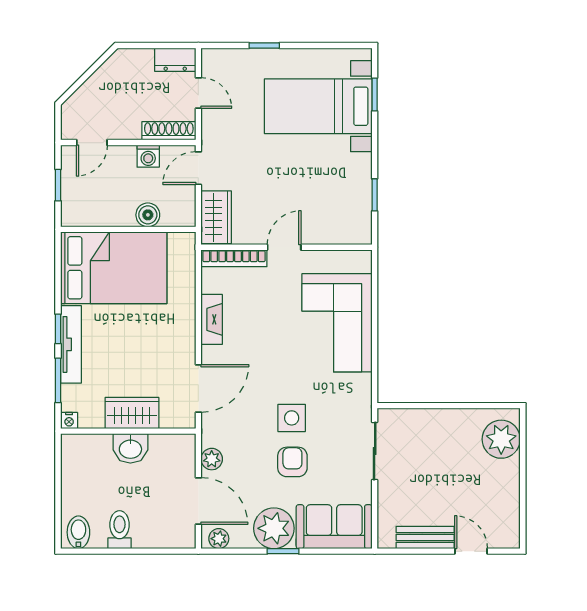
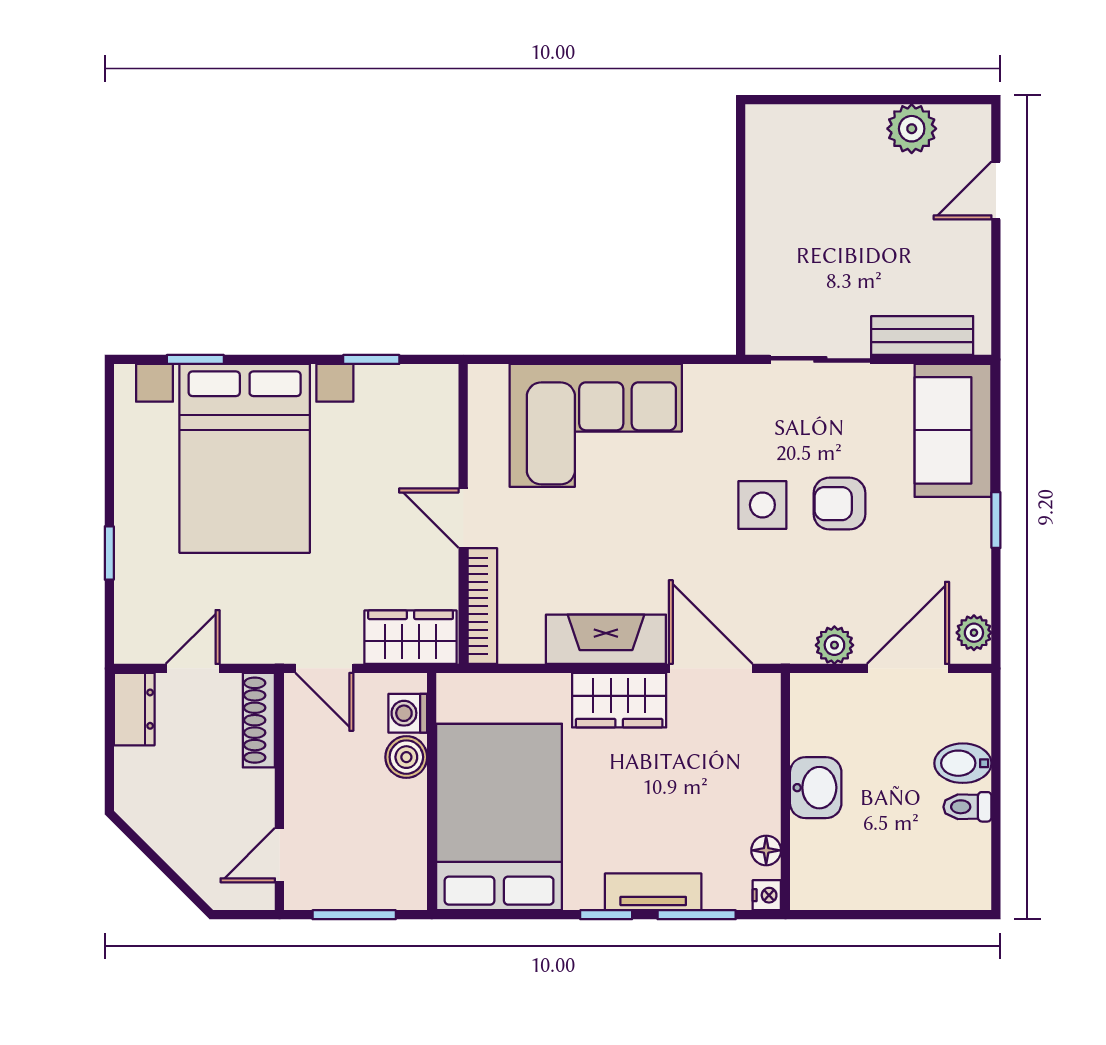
bed with nightstands: (318, 106) -> (245, 458), width x1.36
door: (92, 143) -> (279, 855), swing flipped
washing machine: (148, 156) -> (408, 713), moved, turned 180
window: (58, 185) -> (354, 915), width x1.50
fireplace: (212, 319) -> (606, 639), width x1.37, depth x1.32
tv unit: (71, 344) -> (653, 892), width x0.71
wardrobe: (132, 413) -> (619, 700), moved, turned -90
floor lamp: (95, 420) -> (766, 850), added
plant: (501, 439) -> (912, 129), moved, width x0.73, depth x0.73
plant: (274, 528) -> (956, 536), removed
toilet: (119, 530) -> (967, 807), width x0.73, depth x0.72
bidet: (78, 532) -> (963, 763), moved
bench: (425, 537) -> (922, 335), moved, turned 90

